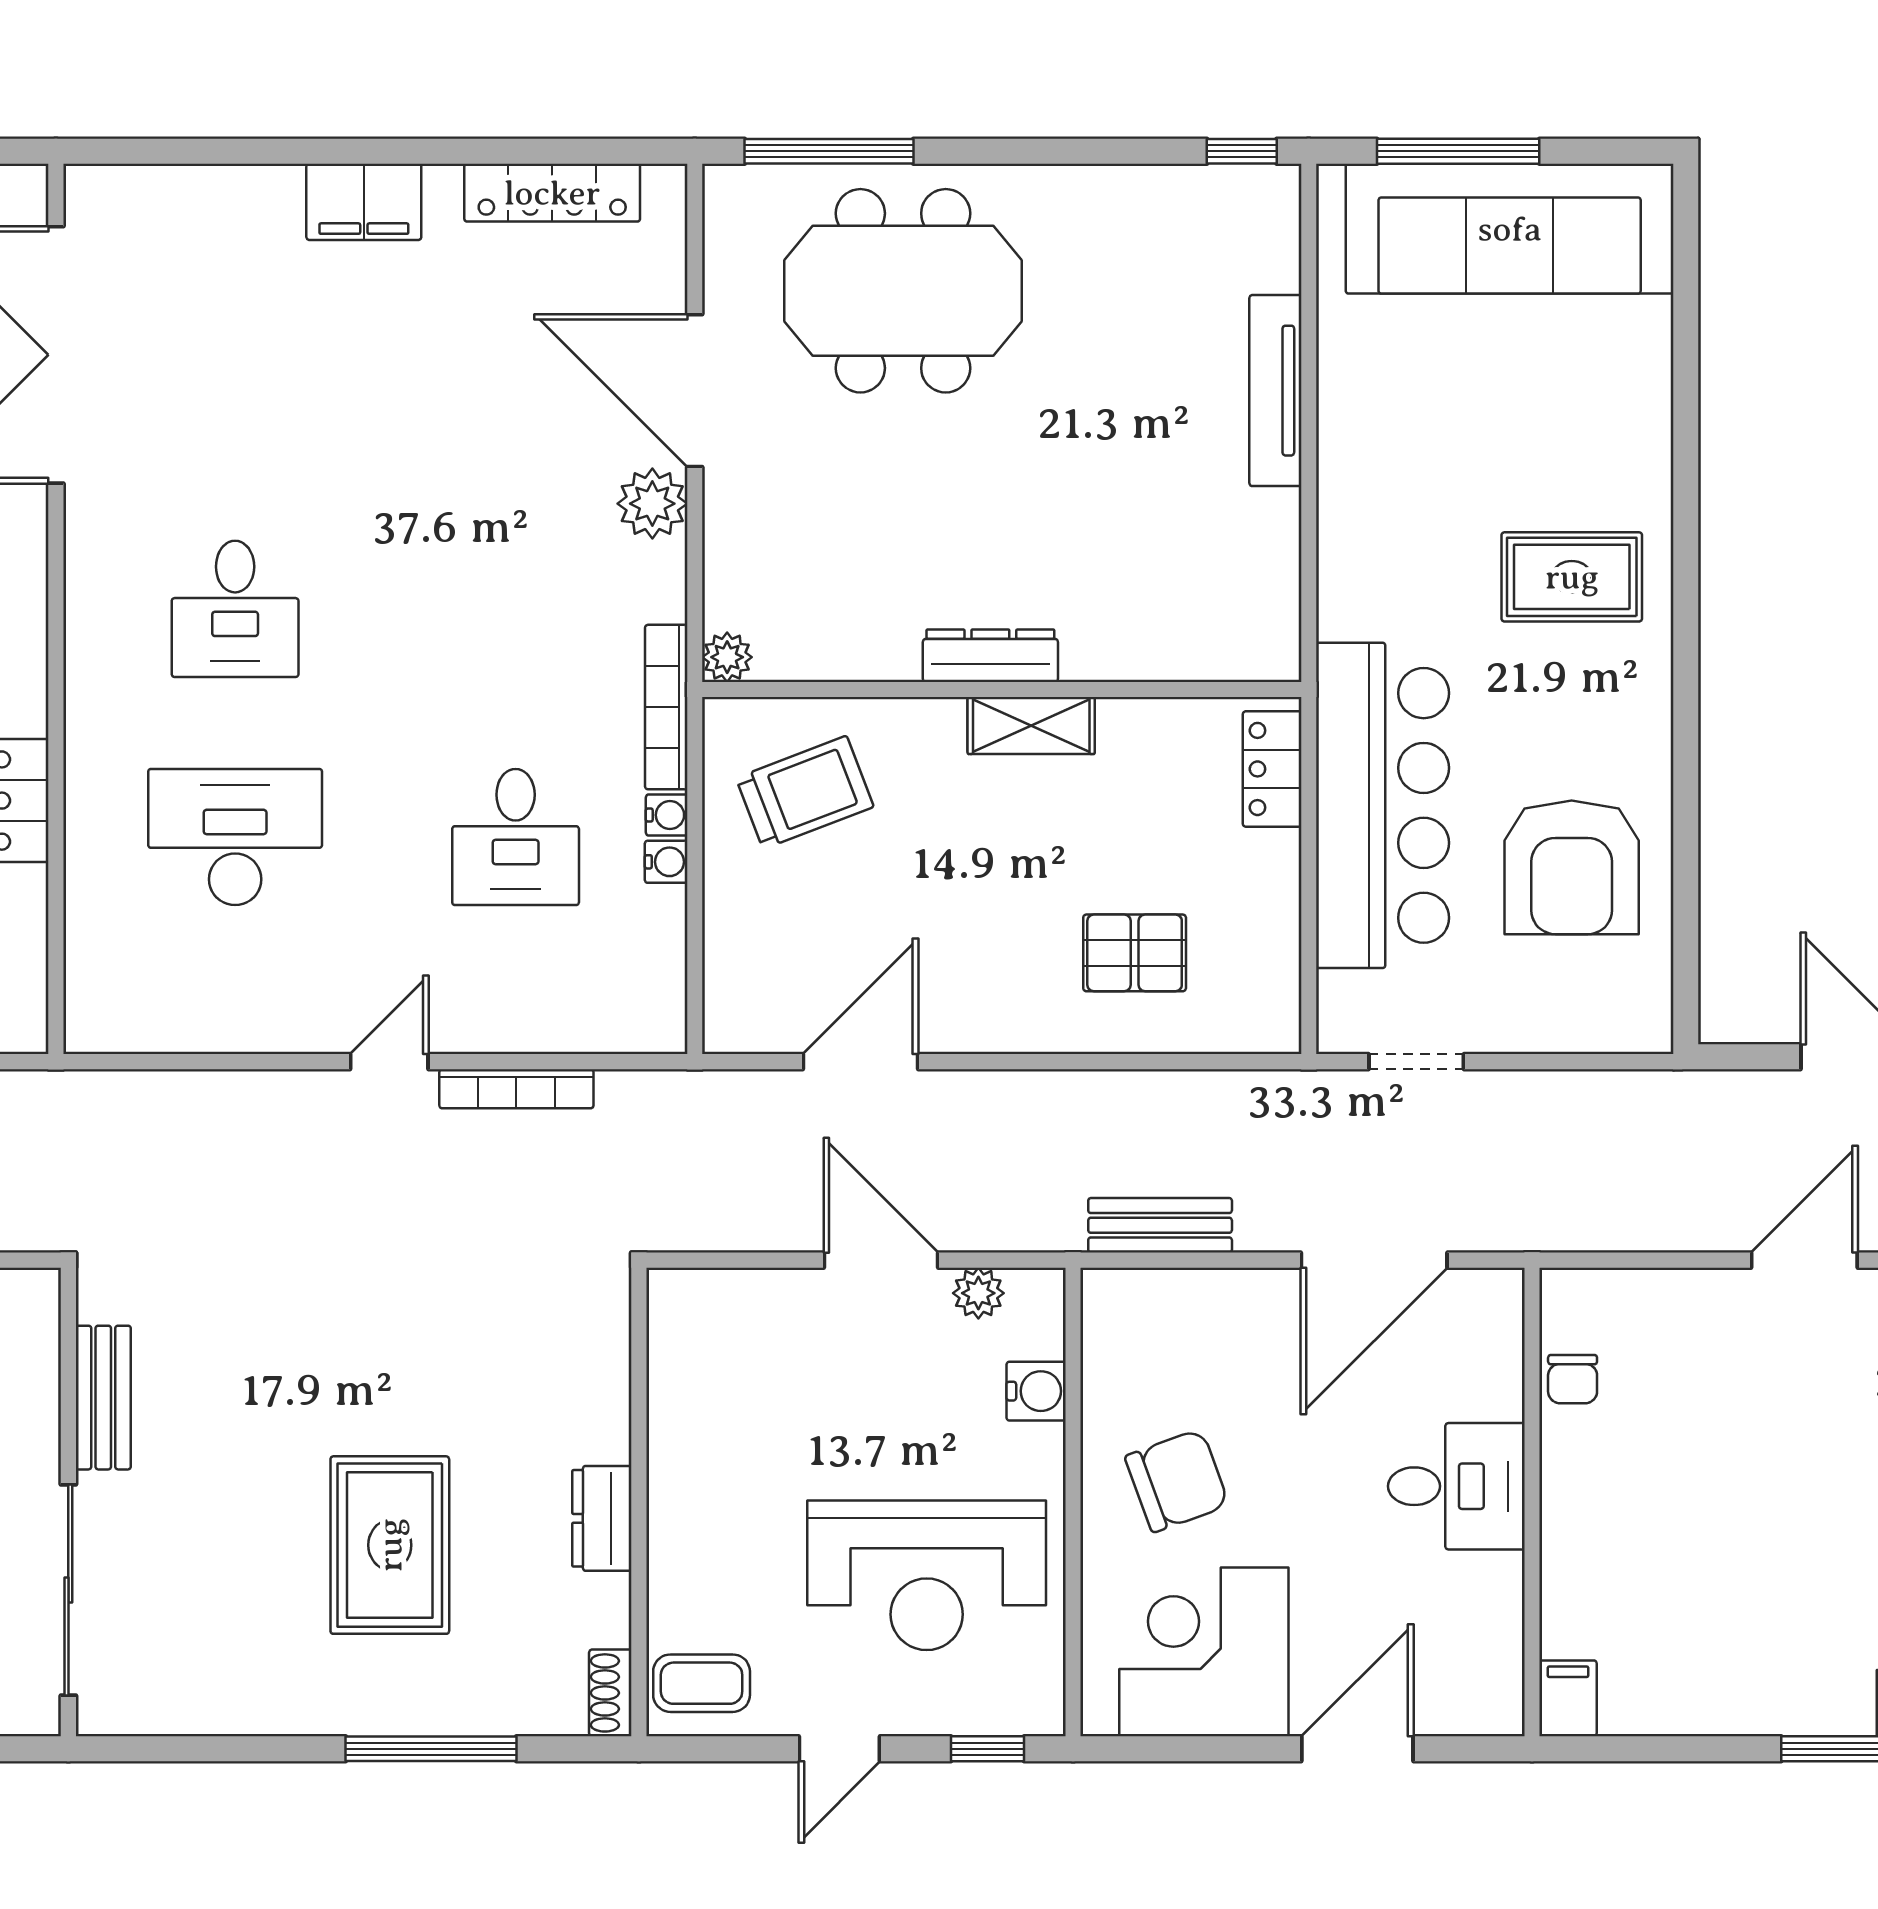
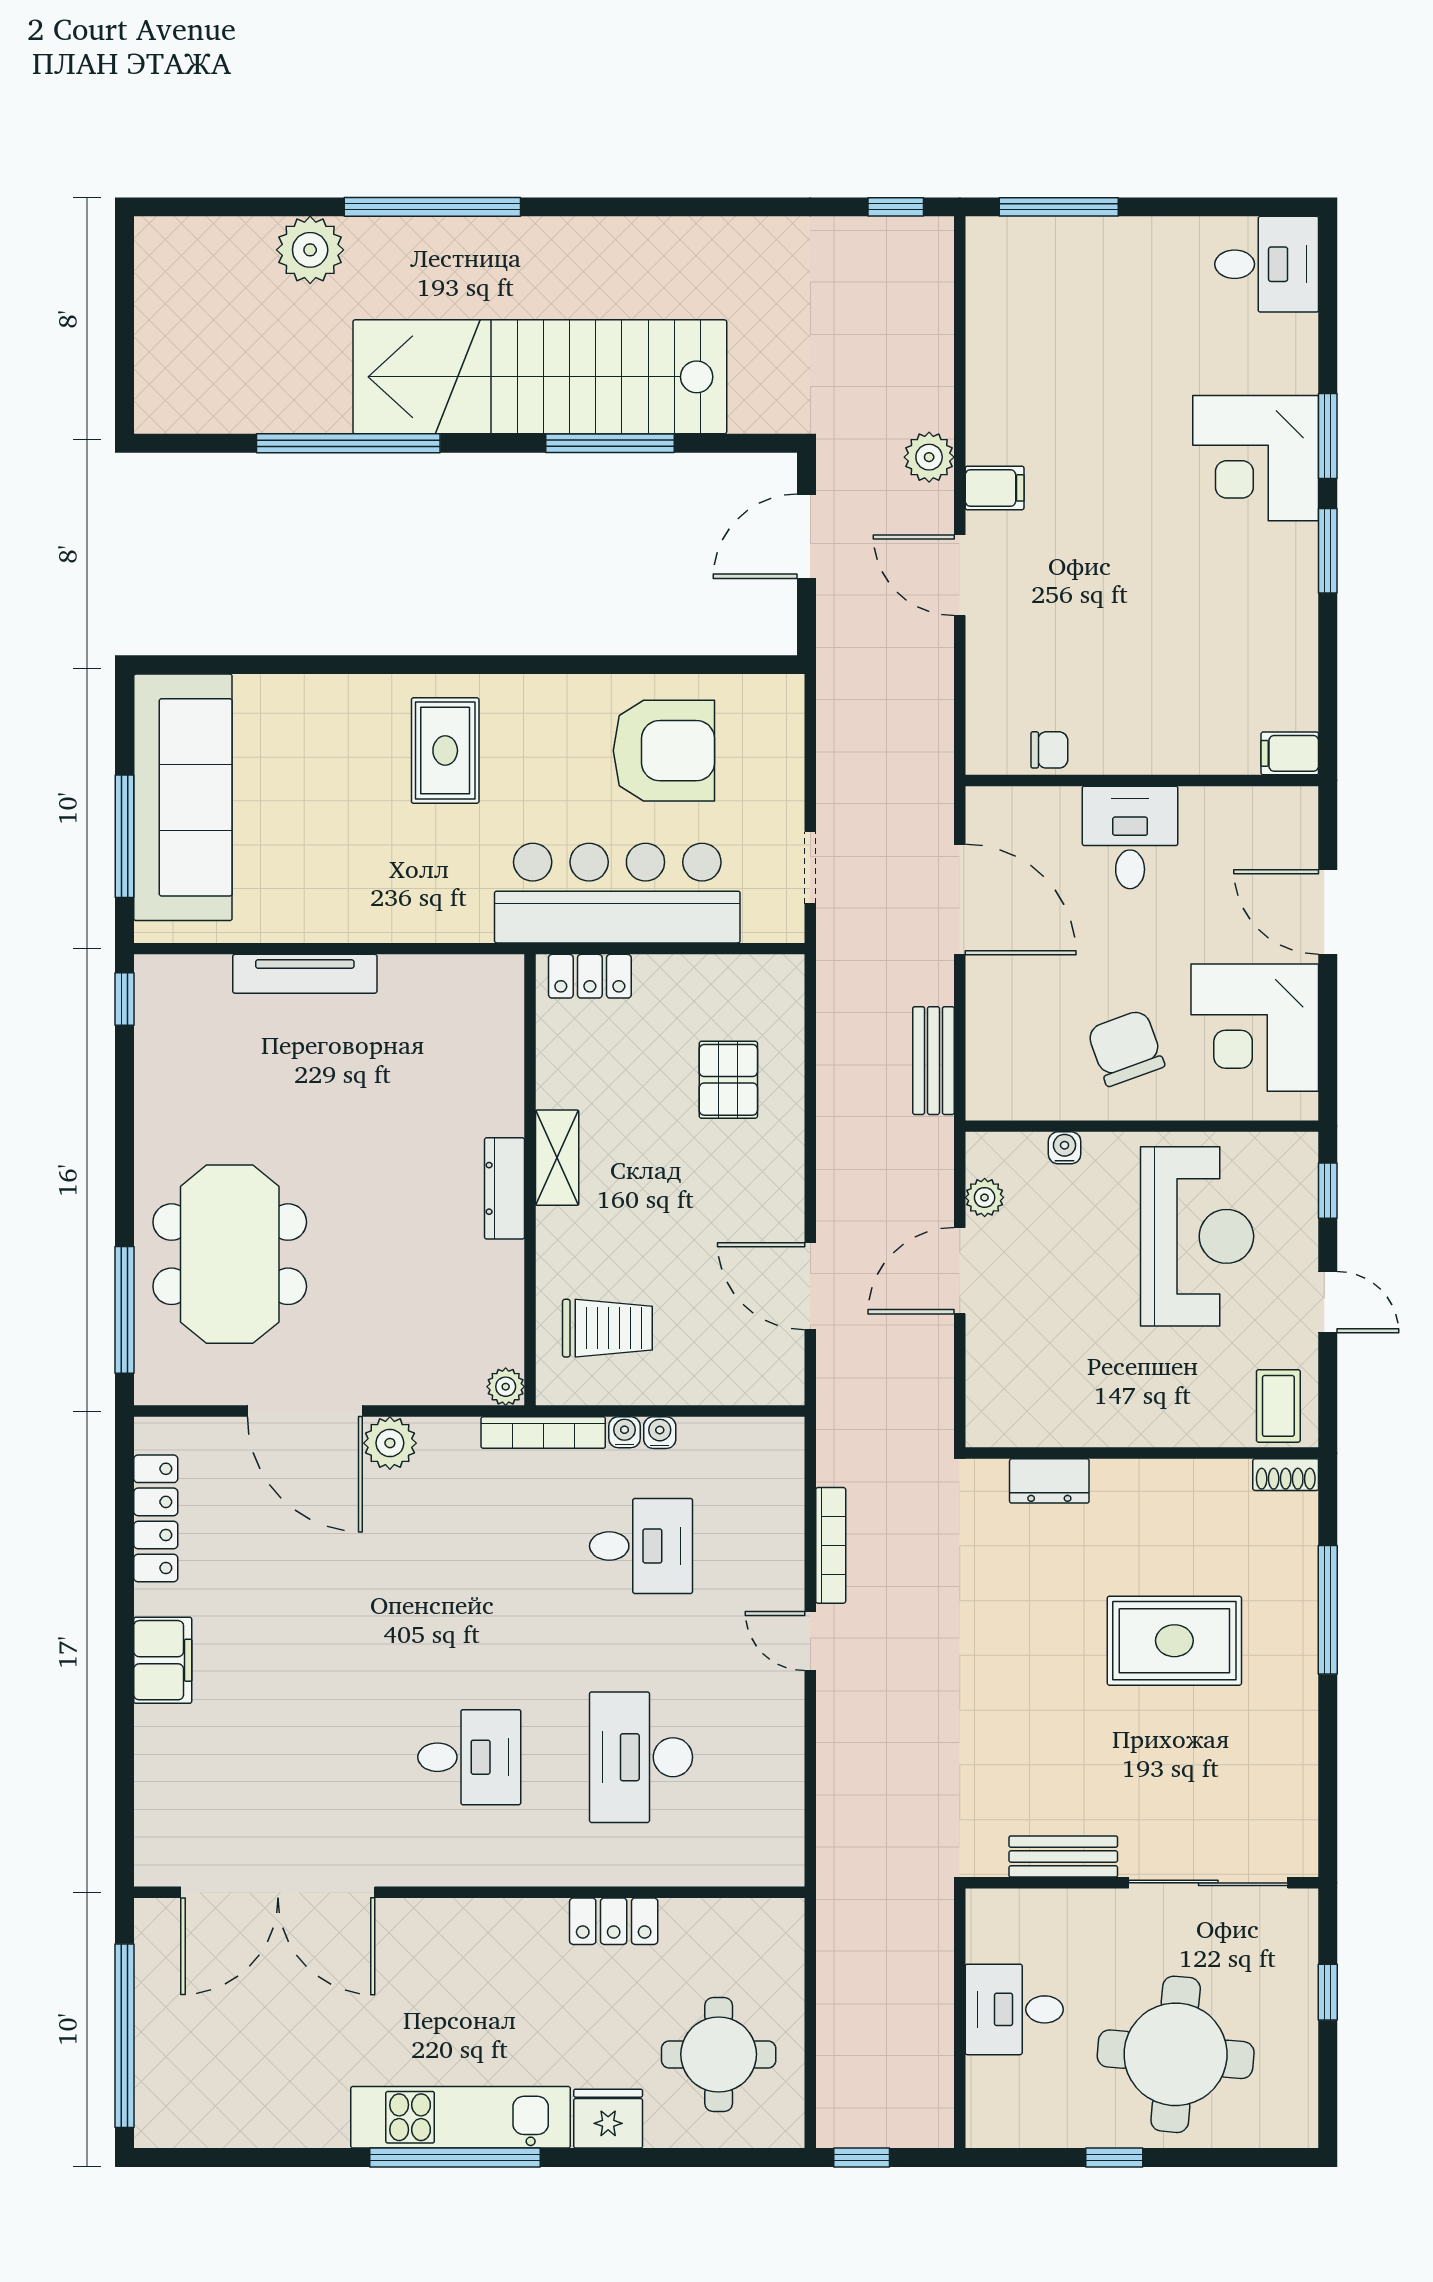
door: (695, 391) -> (305, 1411), hinge flipped
trolley: (805, 792) -> (607, 1328), turned 111
water cooler: (1036, 1391) -> (1065, 1148), width x0.72, depth x0.72
dresser: (602, 1518) -> (1049, 1481), moved

